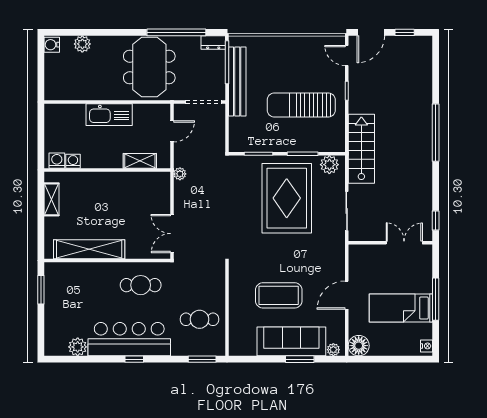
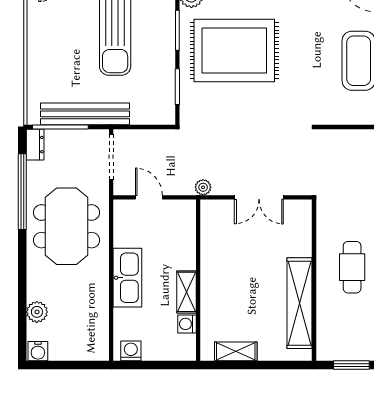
meeting table: (149, 67) -> (66, 226), turned 90
washing machine: (57, 161) -> (131, 351), moved, turned 90
shelving: (140, 161) -> (186, 292), moved
double door: (172, 234) -> (259, 197), moved
cafe table: (141, 285) -> (352, 267), moved

